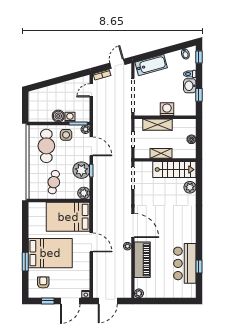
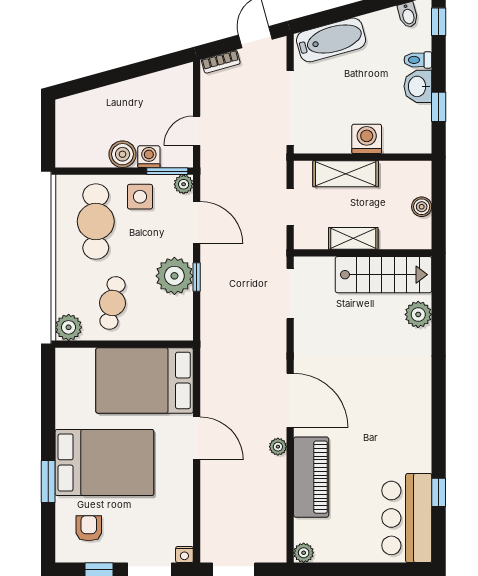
door: (91, 90) -> (197, 131), moved
plant: (84, 193) -> (69, 327), moved
bar counter: (185, 263) -> (407, 518), moved

